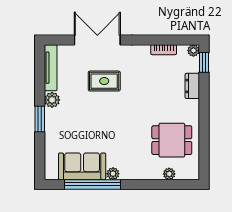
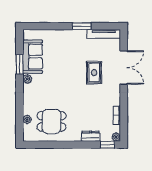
plant: (52, 100) -> (80, 35), removed
window: (40, 119) -> (82, 26), moved
dining table: (172, 140) -> (51, 121), turned 90
window: (93, 184) -> (19, 64), width x0.47

